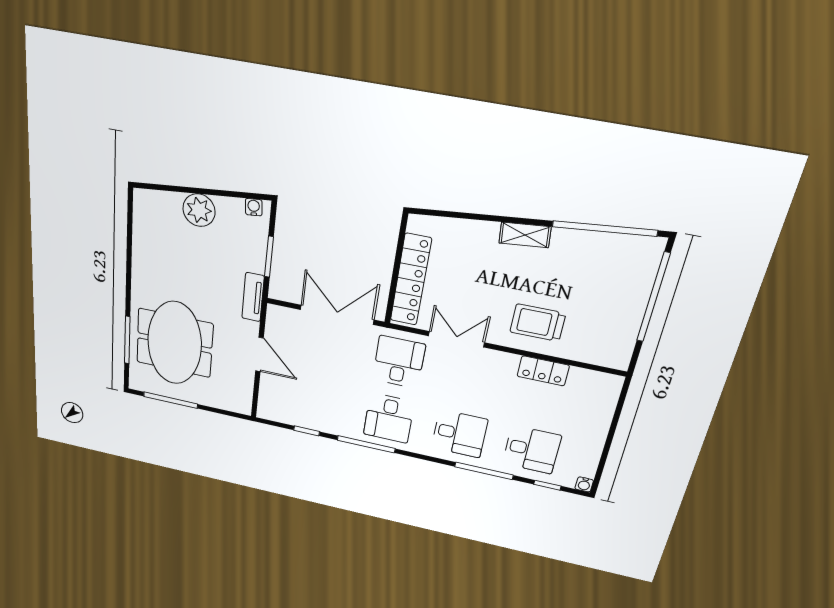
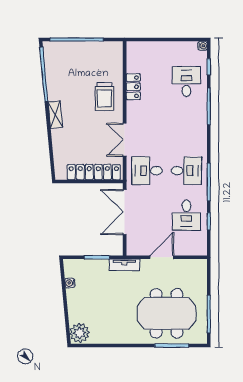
water cooler: (254, 207) -> (70, 283), moved
plant: (199, 210) -> (80, 333), moved
desk: (459, 434) -> (186, 215), moved, turned 180

